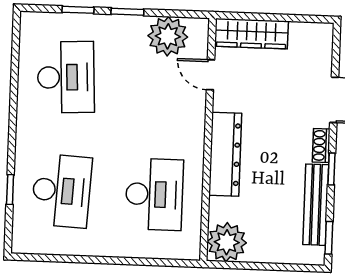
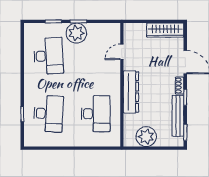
wardrobe: (251, 34) -> (165, 30), moved
plant: (168, 36) -> (76, 33), moved
door: (210, 75) -> (122, 52), hinge flipped
plant: (227, 242) -> (146, 137), moved

